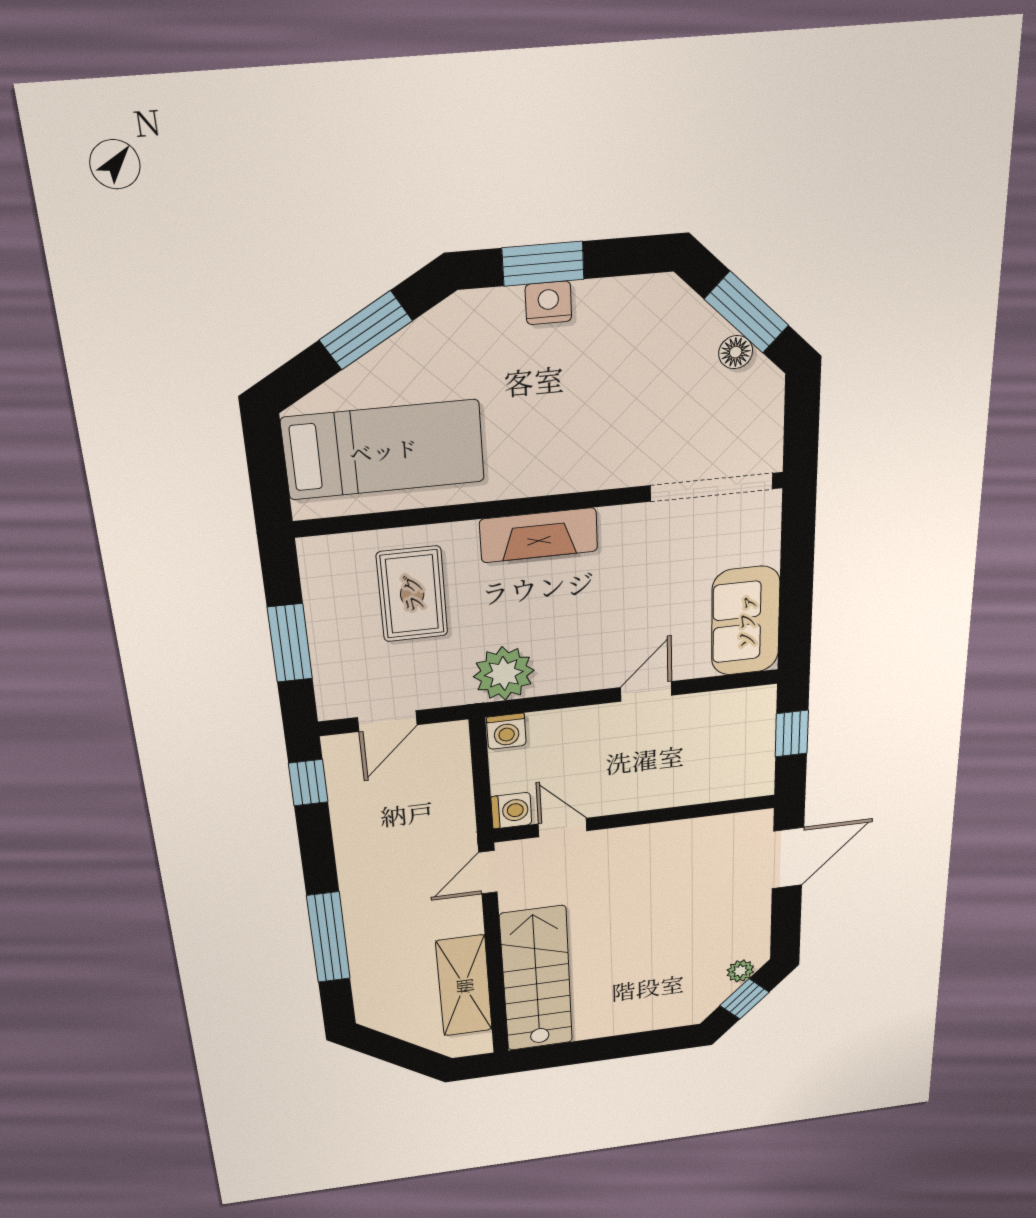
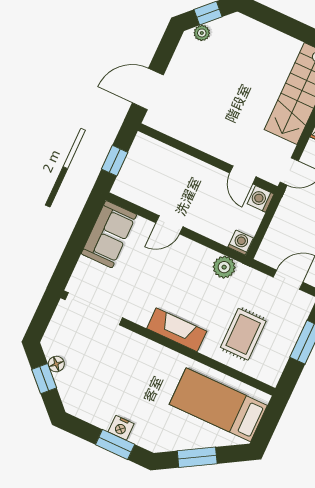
window: (746, 312) -> (44, 379), width x0.67
plant: (504, 674) -> (224, 267), width x0.73, depth x0.73

